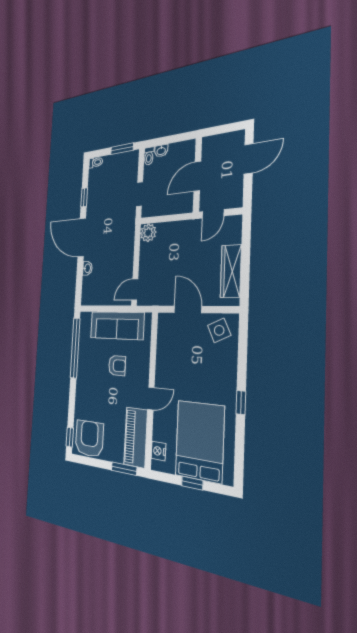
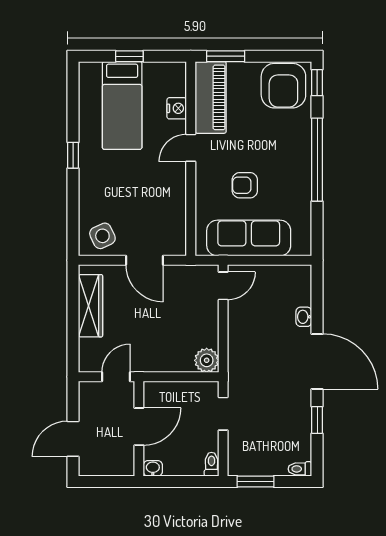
washbasin: (161, 151) -> (153, 468), moved
window: (75, 348) -> (317, 160), moved
bed: (200, 441) -> (122, 105), width x0.67
nightstand: (158, 451) -> (177, 108), moved

